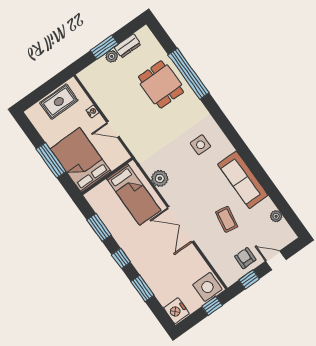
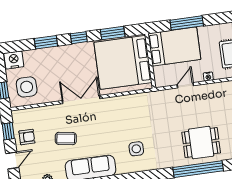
plant: (160, 178) -> (127, 102), removed
bed: (134, 195) -> (123, 62), width x2.04
side table: (207, 287) -> (27, 87), moved

